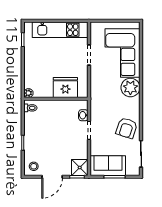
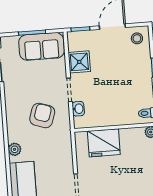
plant: (130, 88) -> (15, 149), width x0.53, depth x0.53
armchair: (127, 128) -> (42, 115), moved
shower: (80, 168) -> (79, 62), moved

